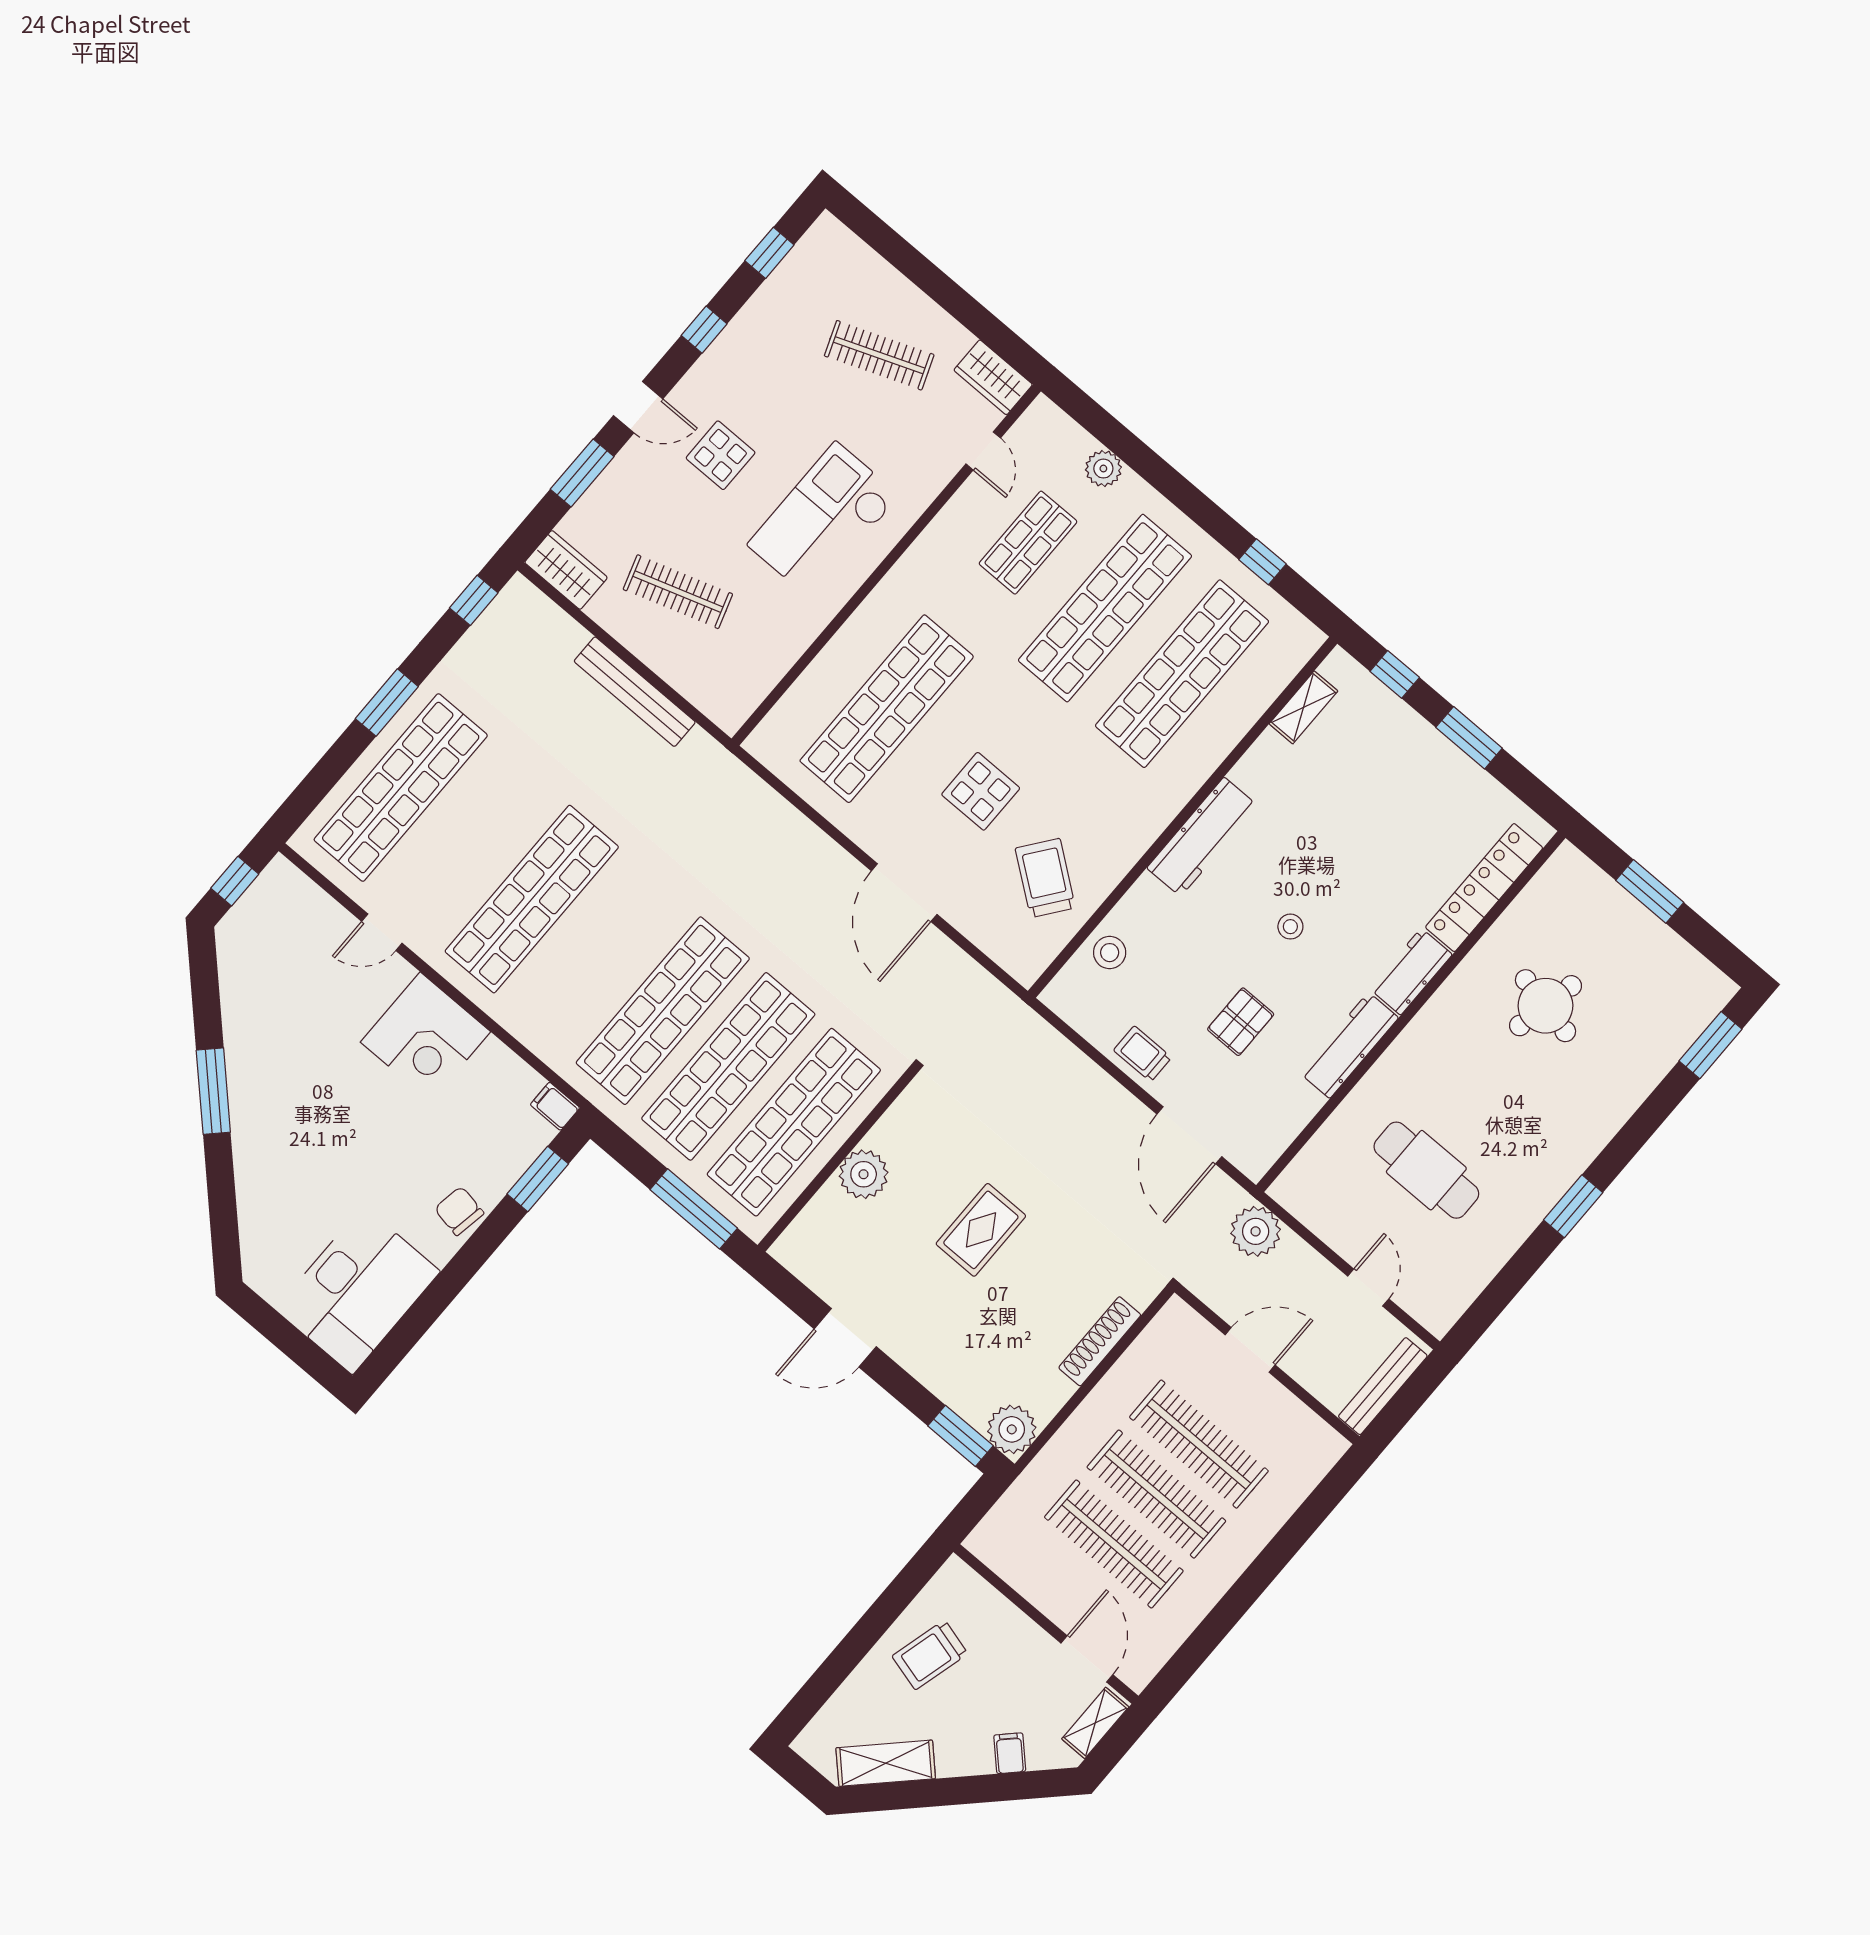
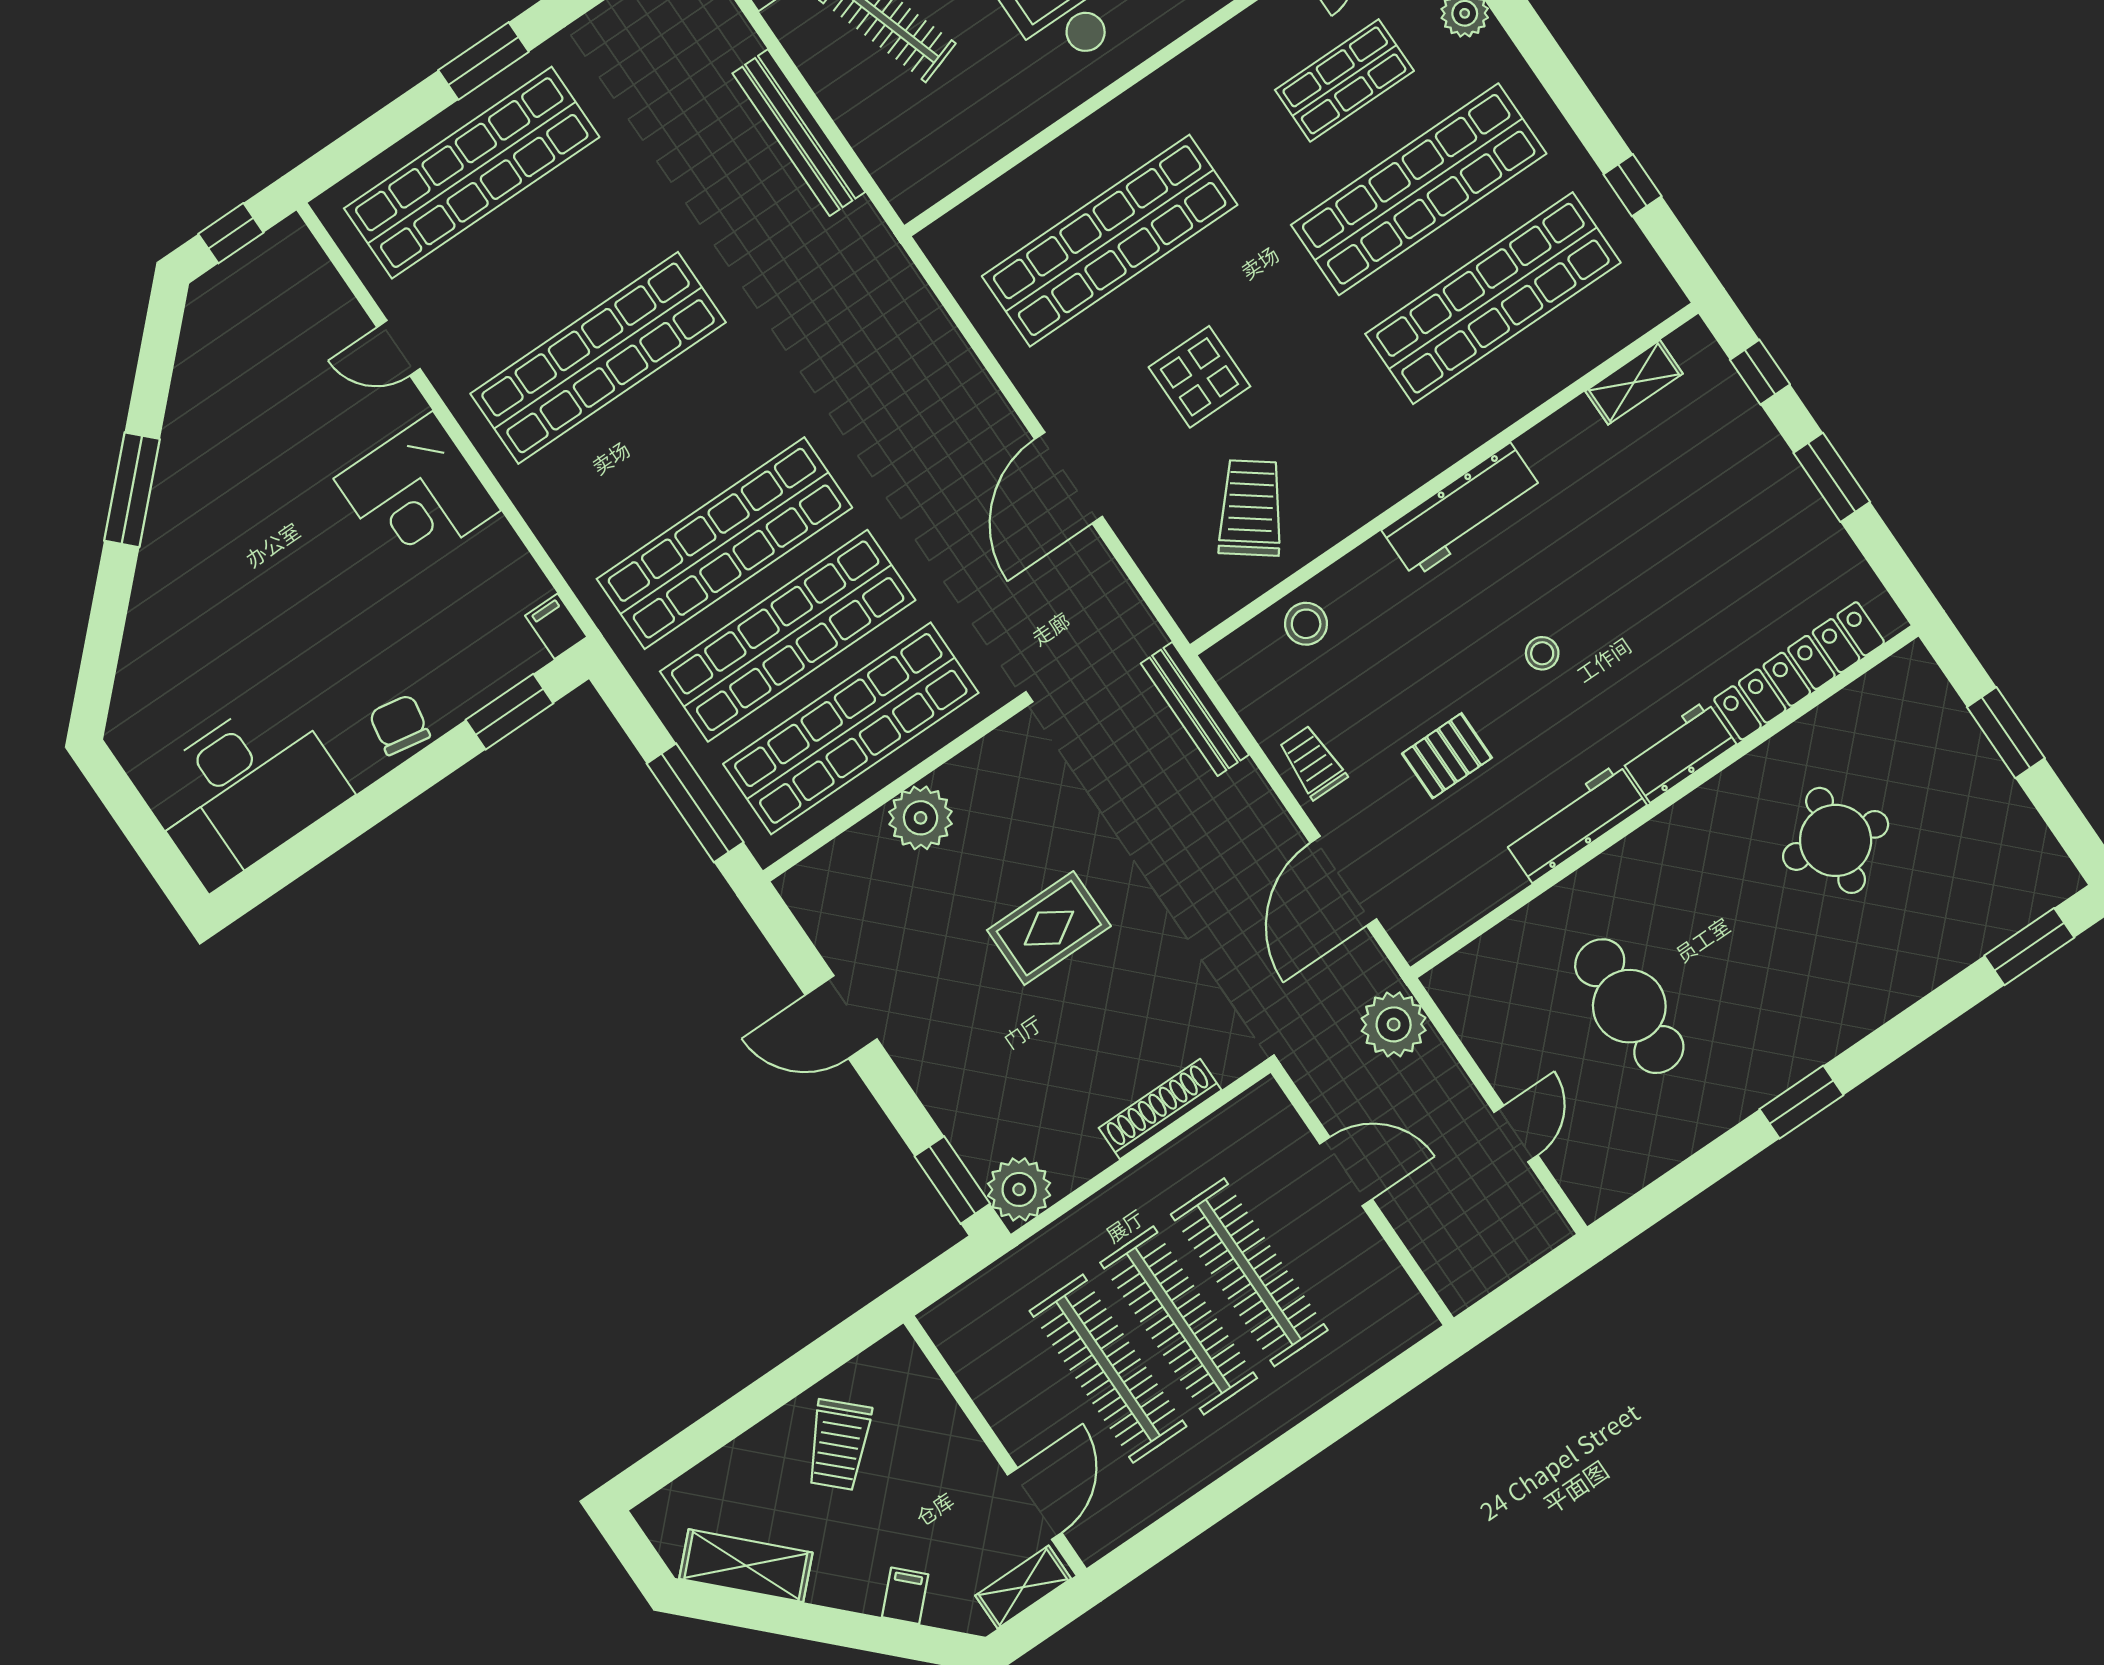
bench: (1383, 1386) -> (1195, 709), moved, turned 90
trolley: (930, 1655) -> (839, 1445), turned -61

